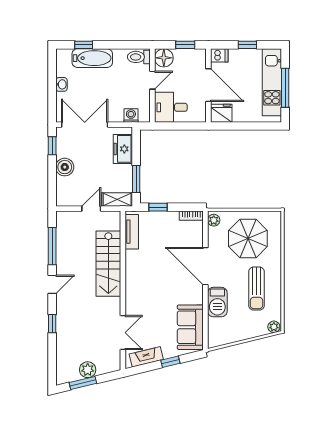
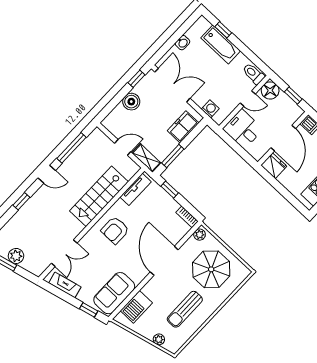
armchair: (145, 278) -> (115, 230), added
barbecue: (217, 302) -> (136, 307), moved
plant: (274, 327) -> (159, 339), moved
window: (170, 362) -> (89, 310), moved

